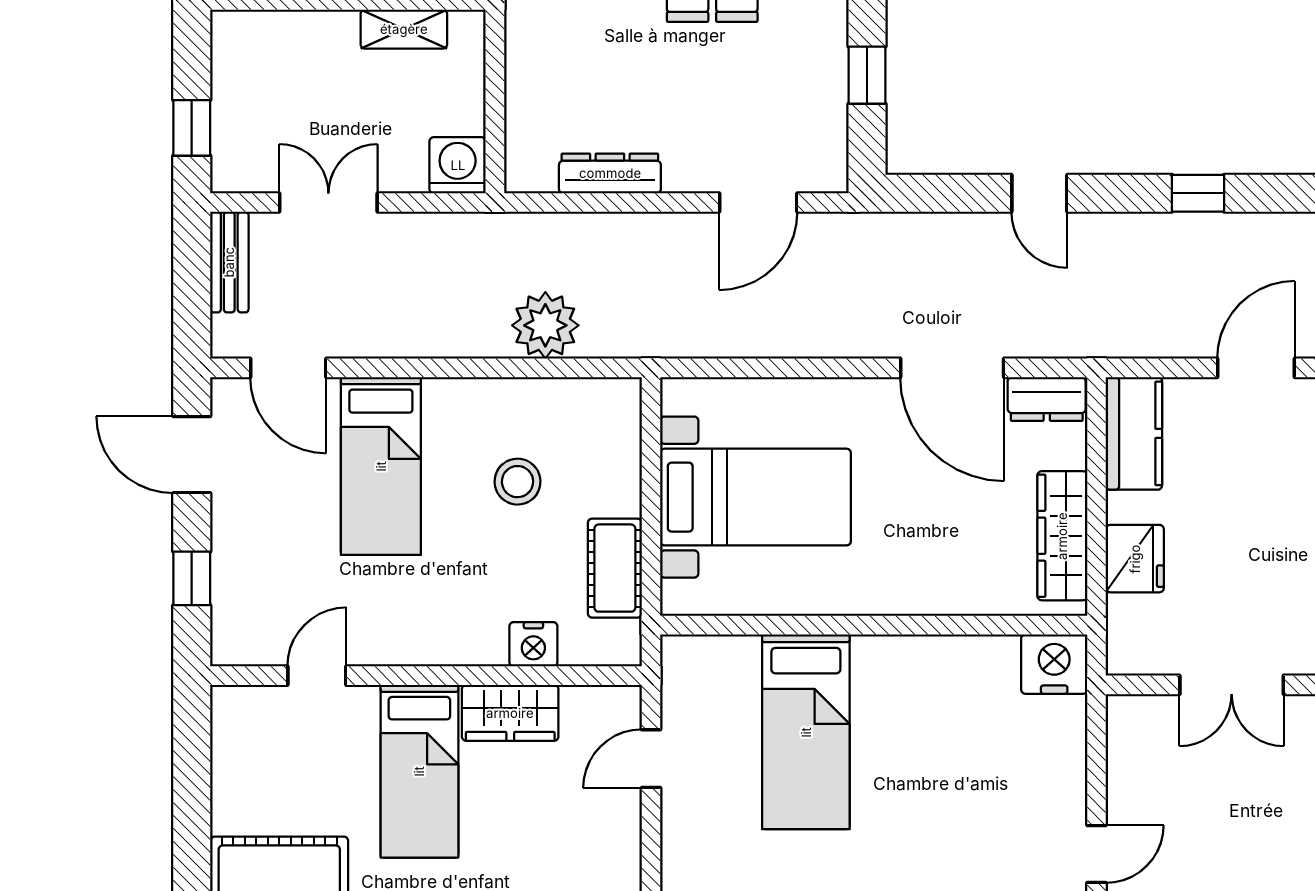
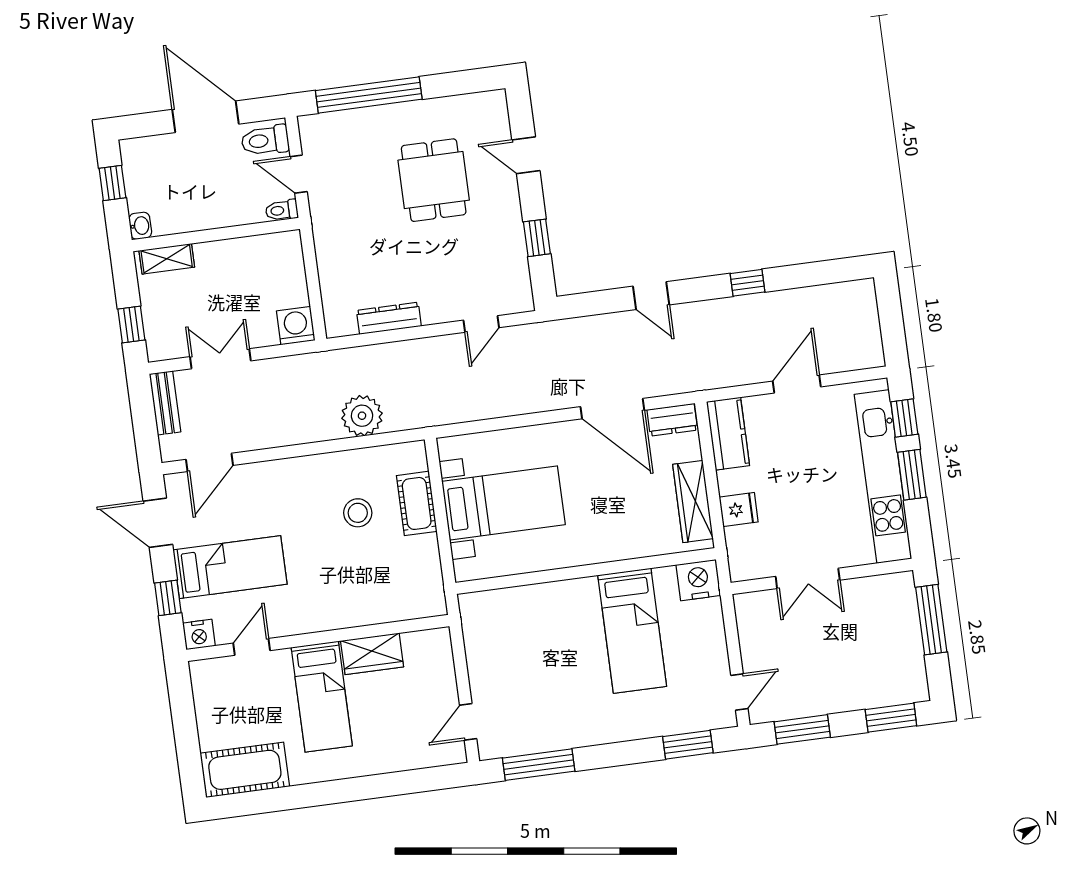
shelving: (404, 29) -> (167, 259), moved
door: (758, 203) -> (481, 324), width x0.73
door: (288, 368) -> (209, 462), hinge flipped
bed: (381, 466) -> (230, 567), moved, turned -90
fridge: (1135, 559) -> (739, 510), width x0.72
cot: (615, 568) -> (417, 503), moved
nightstand: (533, 644) -> (199, 635), moved
bed: (806, 732) -> (632, 631), moved
door: (651, 759) -> (468, 722), moved

